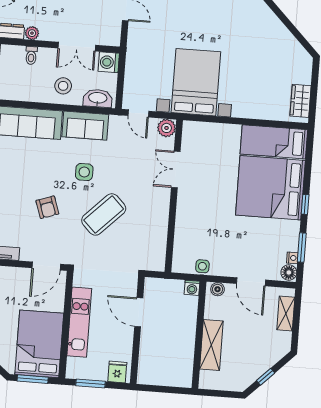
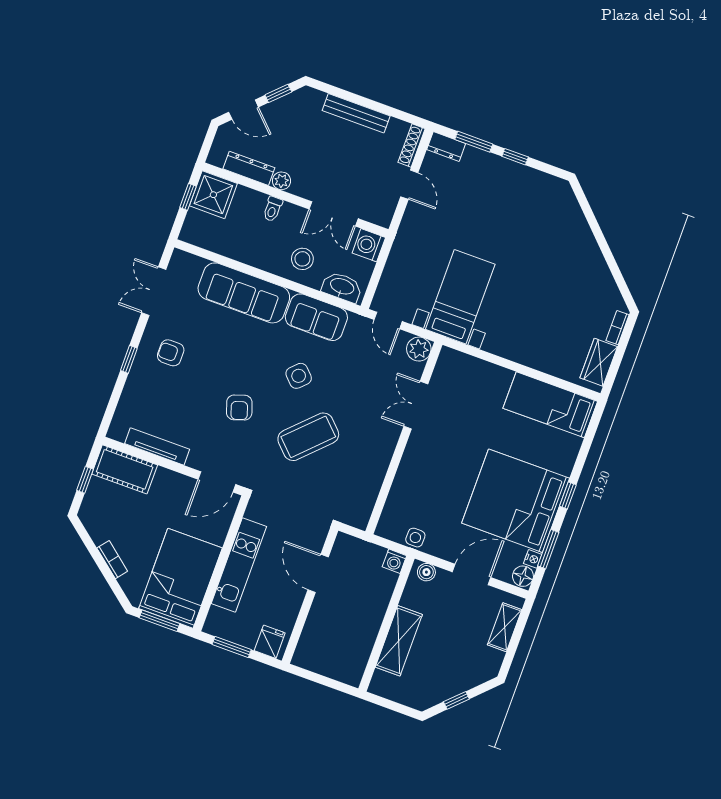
bookcase: (307, 72) -> (618, 328), added
bed with nightstands: (196, 82) -> (460, 297), width x0.73
side table: (84, 172) -> (299, 376), turned 45
bed: (270, 188) -> (516, 501), moved
door: (251, 282) -> (472, 575), swing flipped

